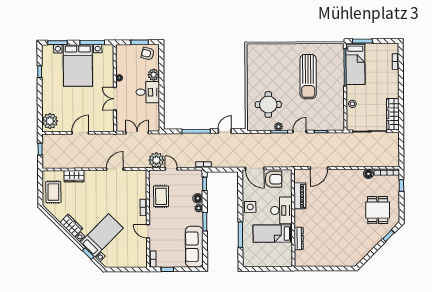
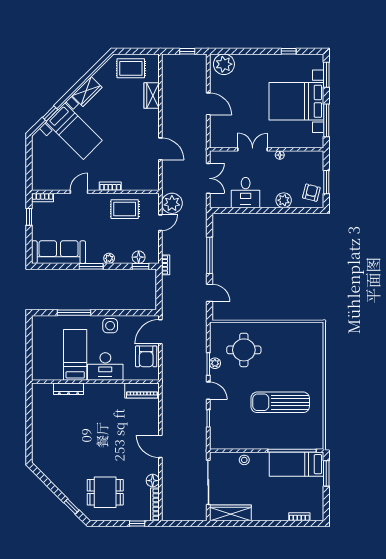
desk: (148, 92) -> (246, 193), moved
door: (319, 168) -> (160, 446), moved
piano: (300, 196) -> (142, 391), moved
floor lamp: (198, 198) -> (139, 257), moved

